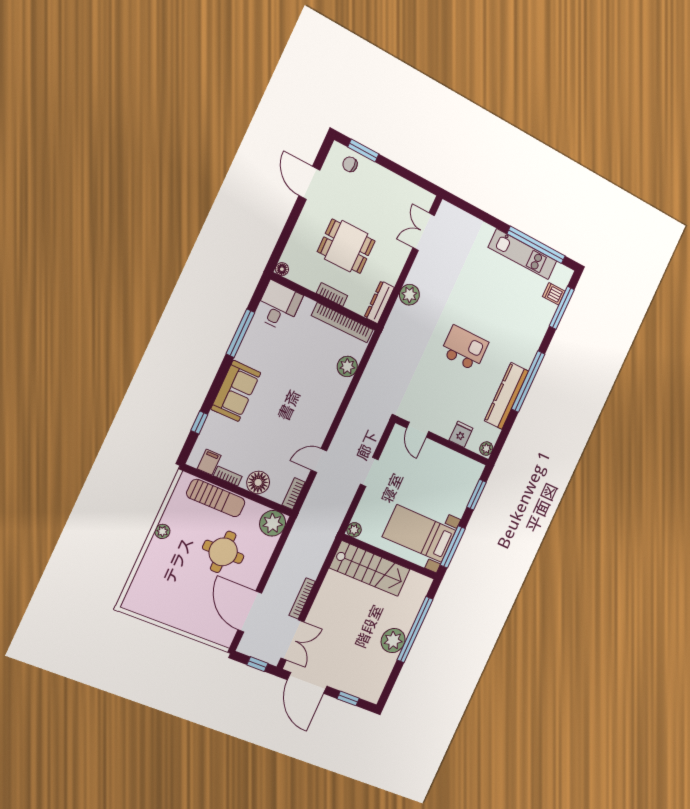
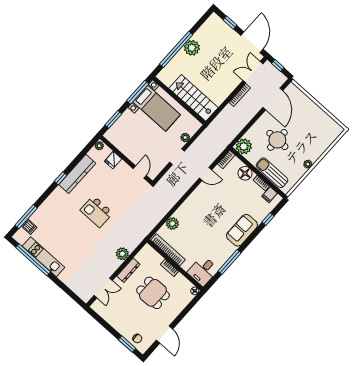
dresser: (379, 302) -> (128, 270), moved
window: (528, 381) -> (61, 178), width x0.32
plant: (354, 530) -> (185, 138), moved

